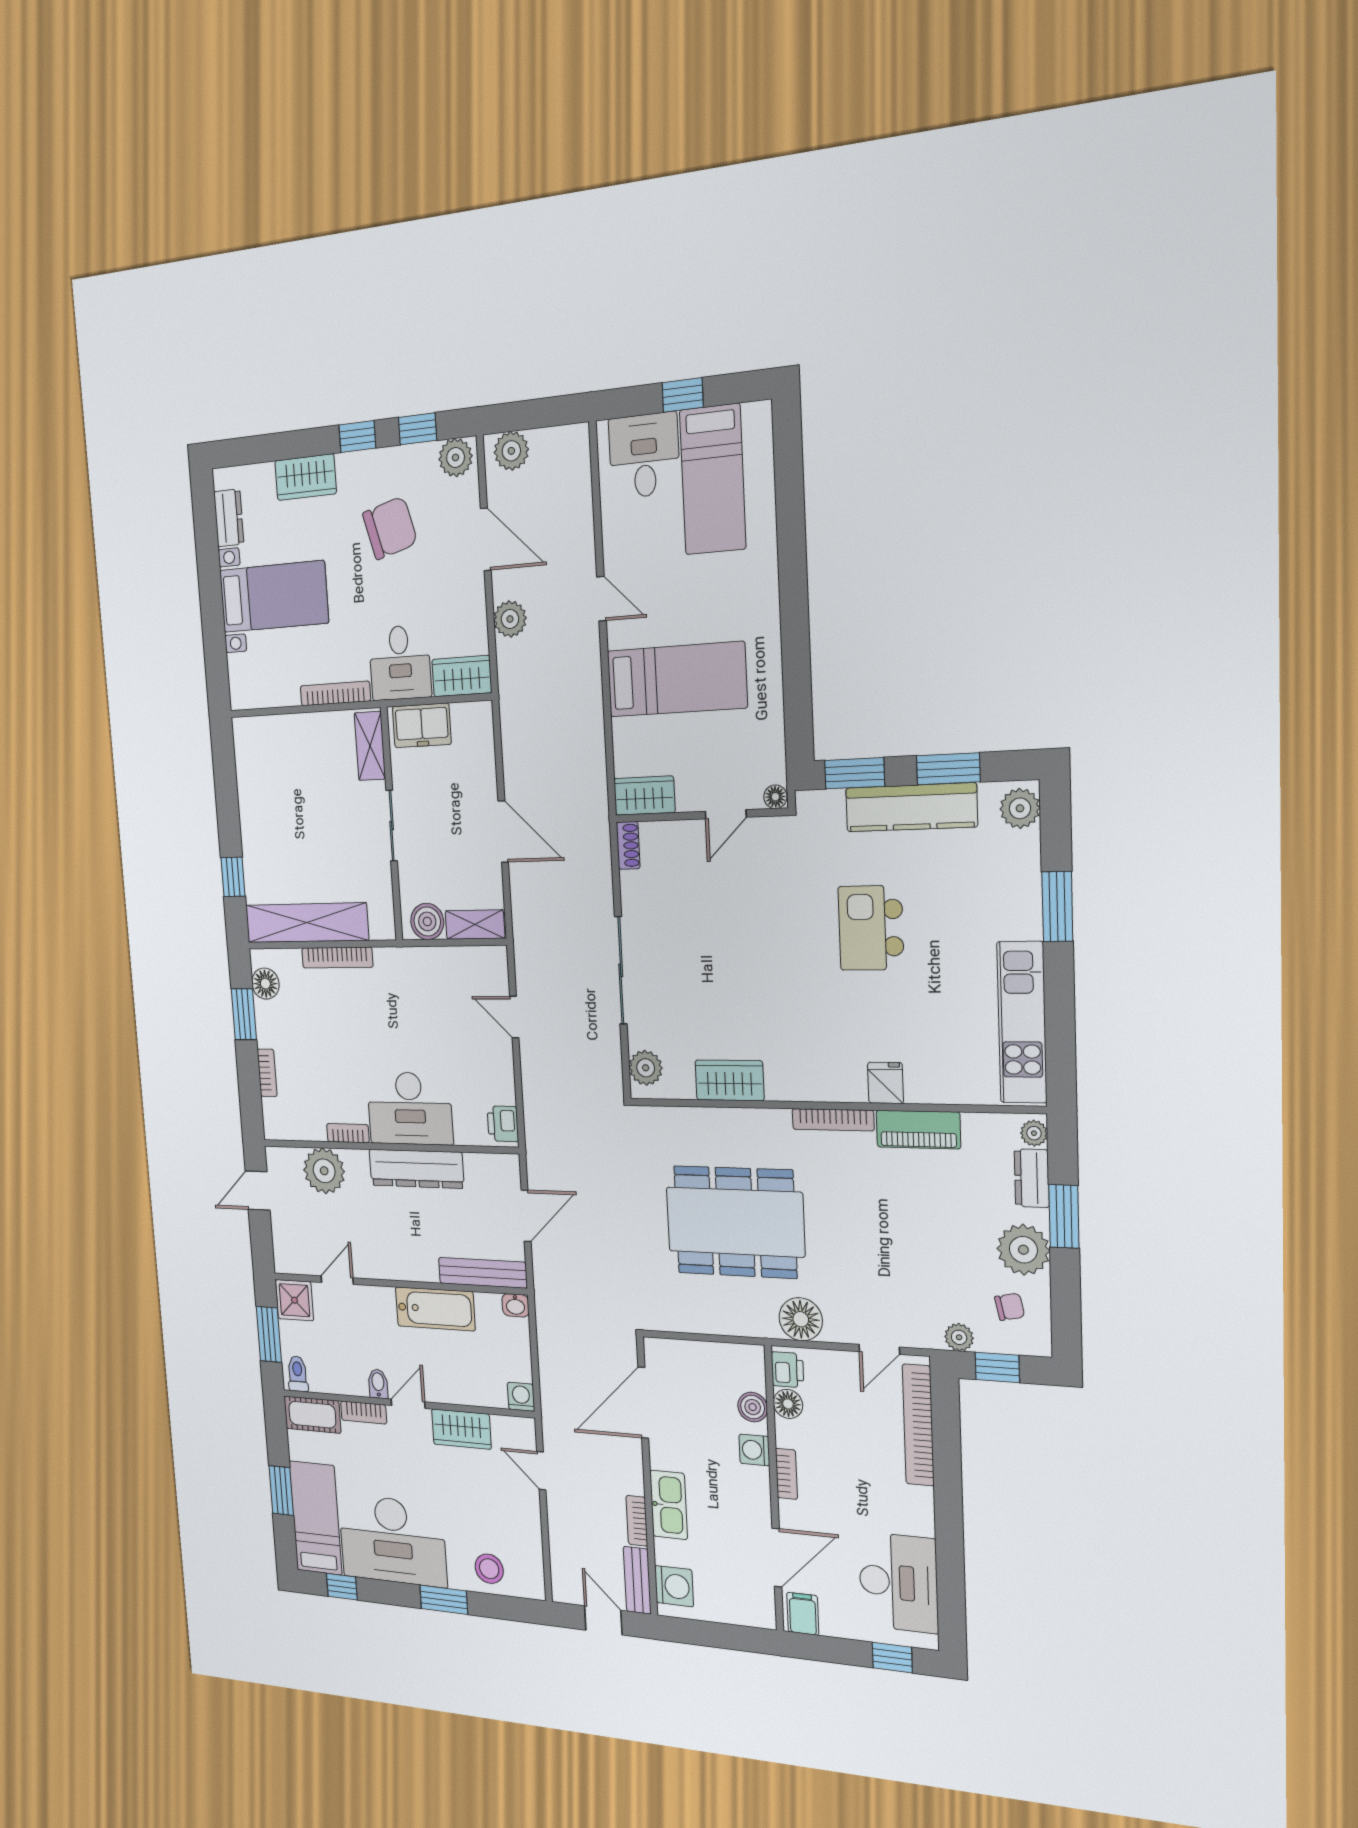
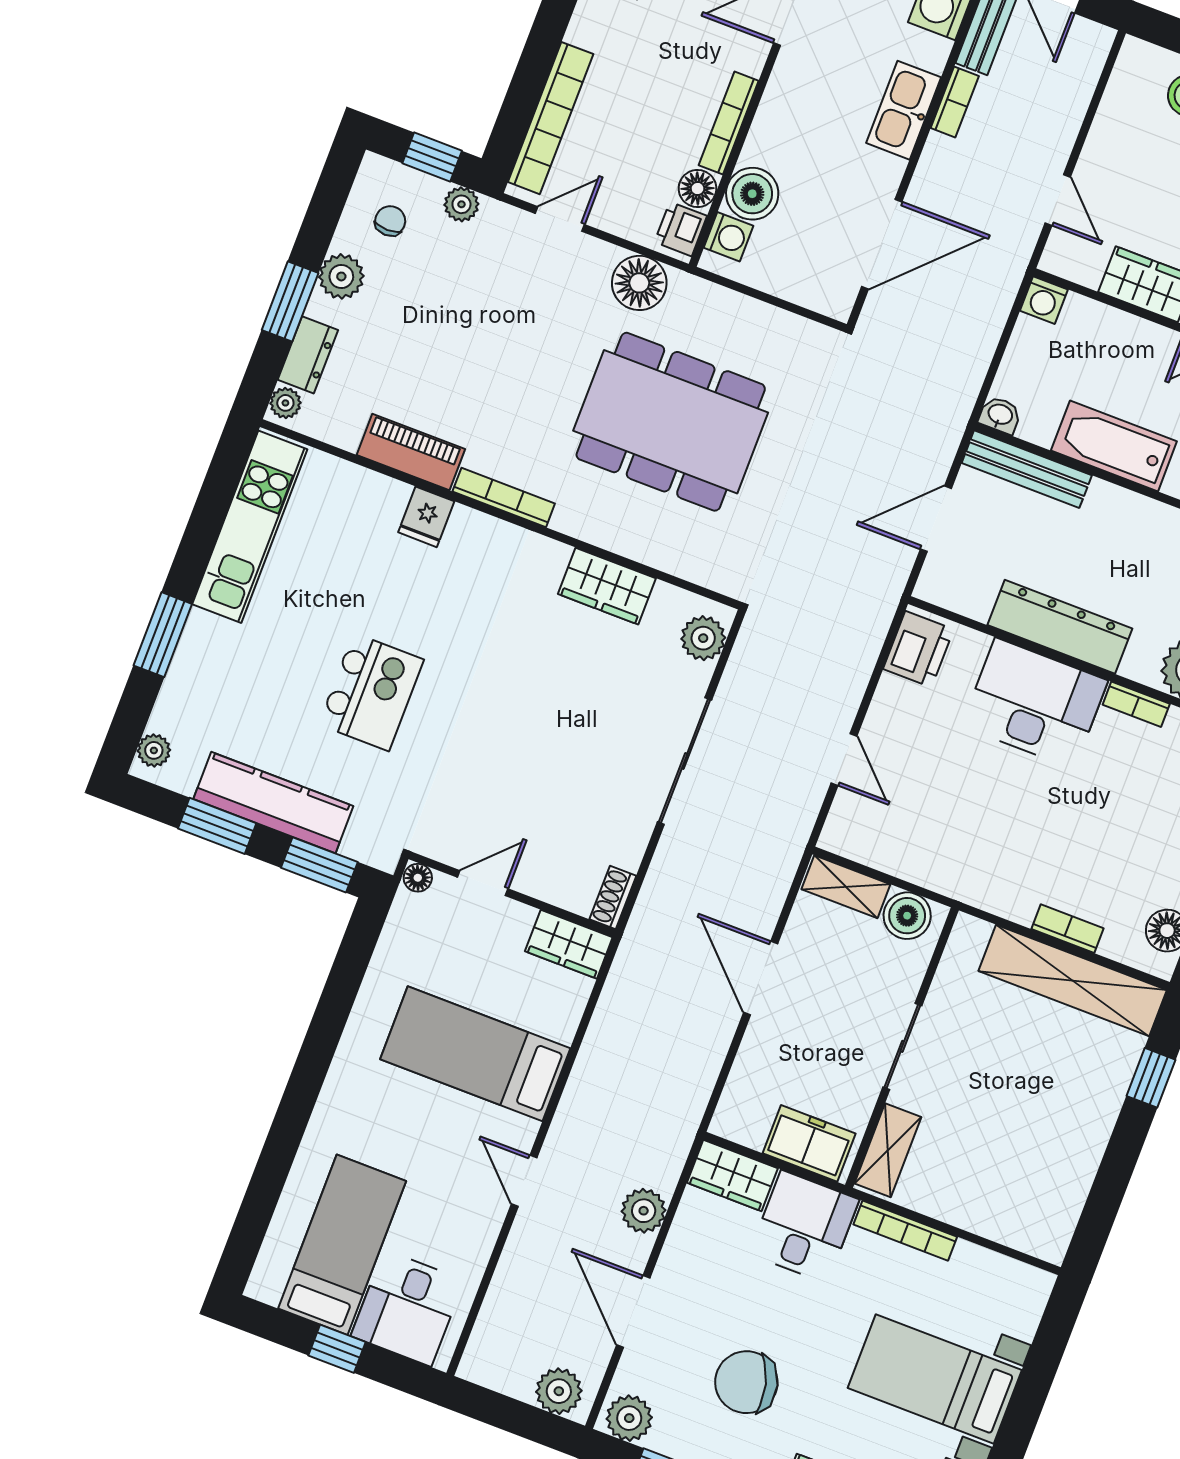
plant: (1020, 808) -> (154, 750), width x0.73, depth x0.73
bookcase: (337, 958) -> (1068, 929), width x0.64
printer: (503, 1124) -> (918, 649), width x1.36, depth x1.24
plant: (1023, 1250) -> (341, 276), width x0.73, depth x0.73
chair: (1010, 1307) -> (390, 221), turned 102
boiler: (753, 1407) -> (752, 194), width x1.36, depth x1.36
washing machine: (754, 1450) -> (729, 237), moved
bookcase: (786, 1474) -> (729, 123), width x1.56

